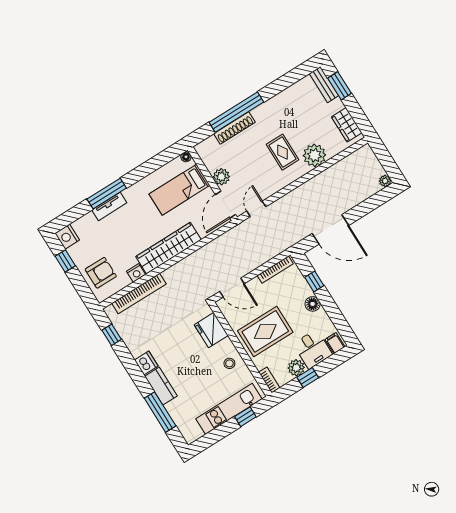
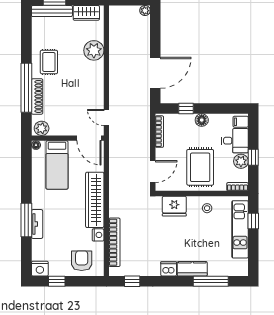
bench: (324, 85) -> (52, 11), width x1.36
rug: (283, 152) -> (49, 62), moved, turned 90
plant: (221, 177) -> (42, 128), moved

